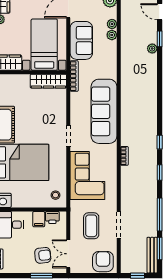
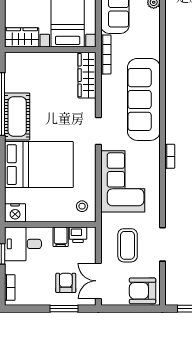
wardrobe: (48, 81) -> (87, 75), moved, turned 90
armchair: (43, 255) -> (66, 283), turned -84
armchair: (103, 262) -> (143, 291), turned -90

